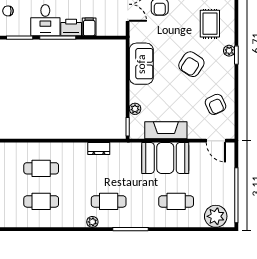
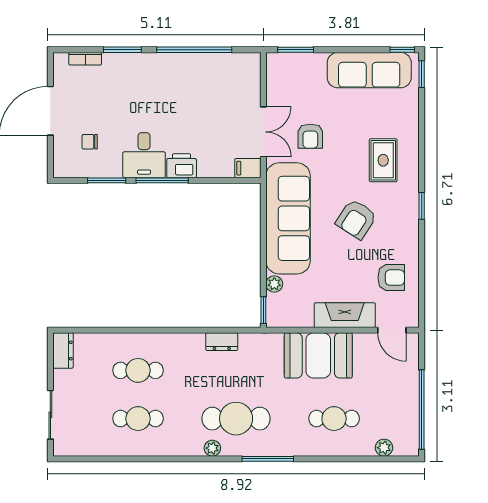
filing cabinet: (89, 27) -> (248, 168), moved, turned -90
plant: (229, 51) -> (411, 200), removed
sofa: (141, 64) -> (288, 218), width x1.85, depth x1.27
armchair: (215, 104) -> (391, 278), turned -65
fireplace: (166, 130) -> (345, 315), moved
cafe table: (109, 201) -> (236, 419), width x1.37, depth x1.35
plant: (216, 216) -> (384, 448), width x0.53, depth x0.53

